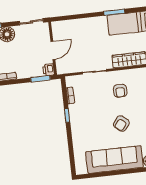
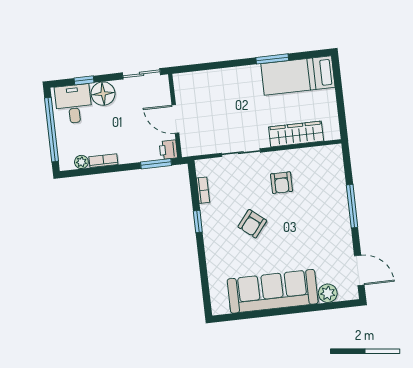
door: (53, 50) -> (175, 119), swing flipped
armchair: (121, 124) -> (252, 224), moved

